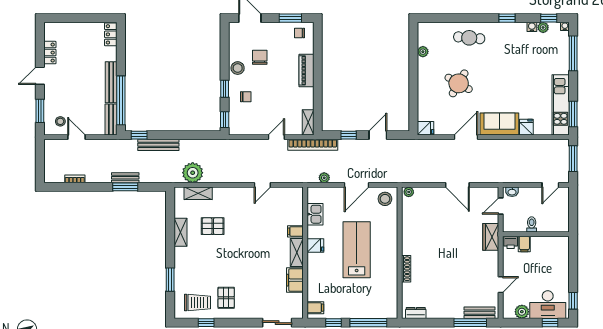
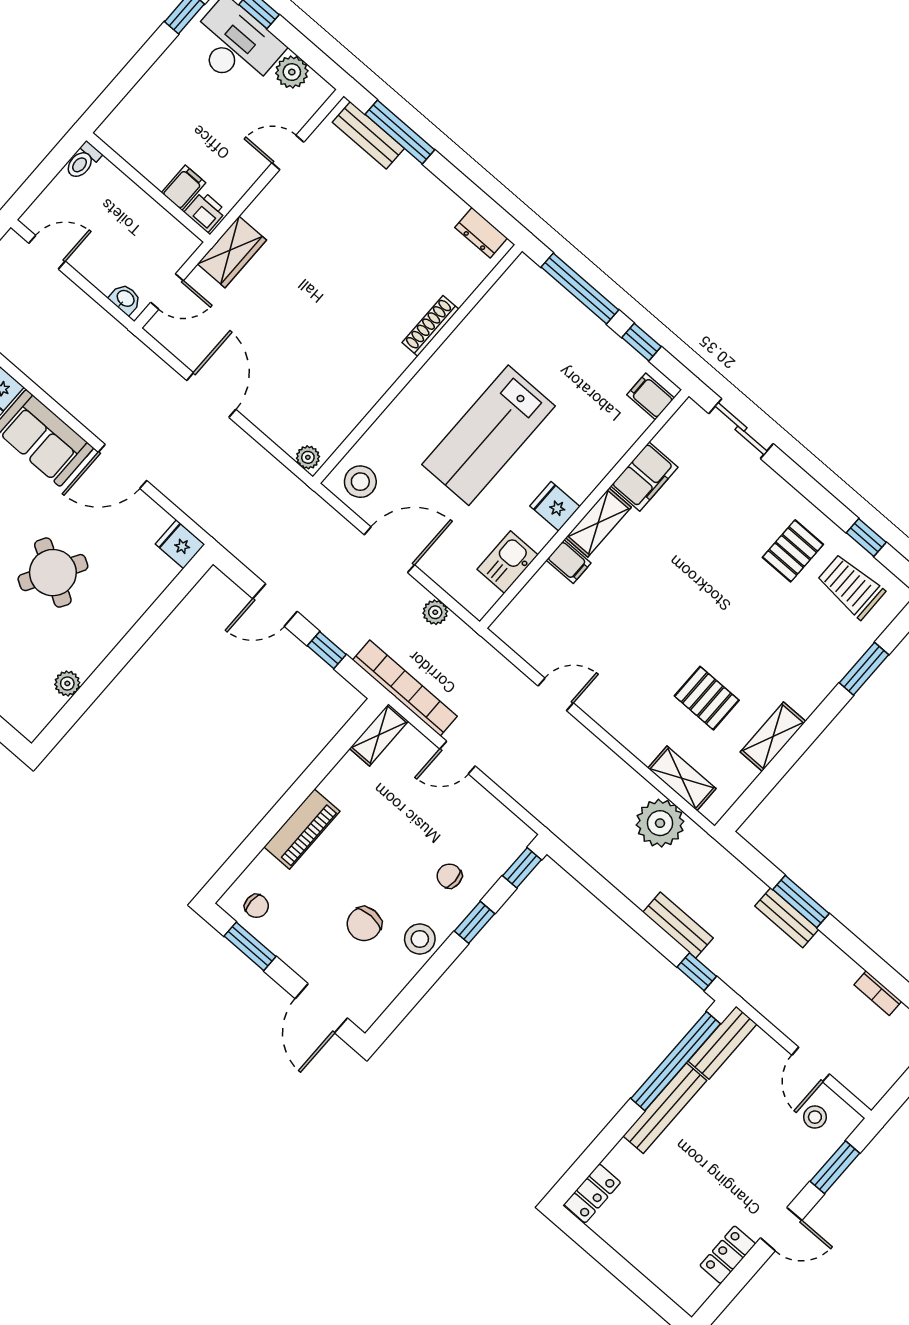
bench: (158, 145) -> (678, 925), width x0.73
toilet: (532, 224) -> (83, 161), moved

